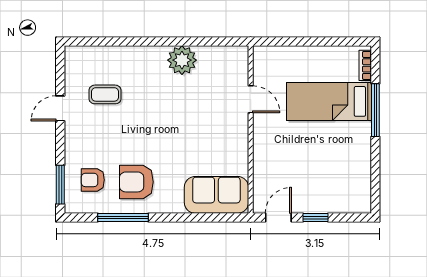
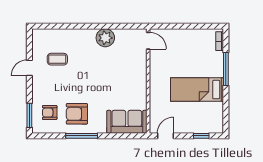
door: (251, 99) -> (148, 41), moved
bed: (329, 101) -> (197, 90), moved
window: (123, 217) -> (82, 136), moved
window: (315, 217) -> (201, 136), moved

